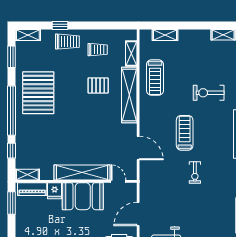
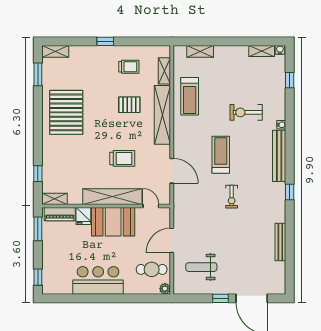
window: (60, 25) -> (105, 41), moved
trolley: (67, 42) -> (122, 158), moved
window: (12, 111) -> (38, 131), removed

